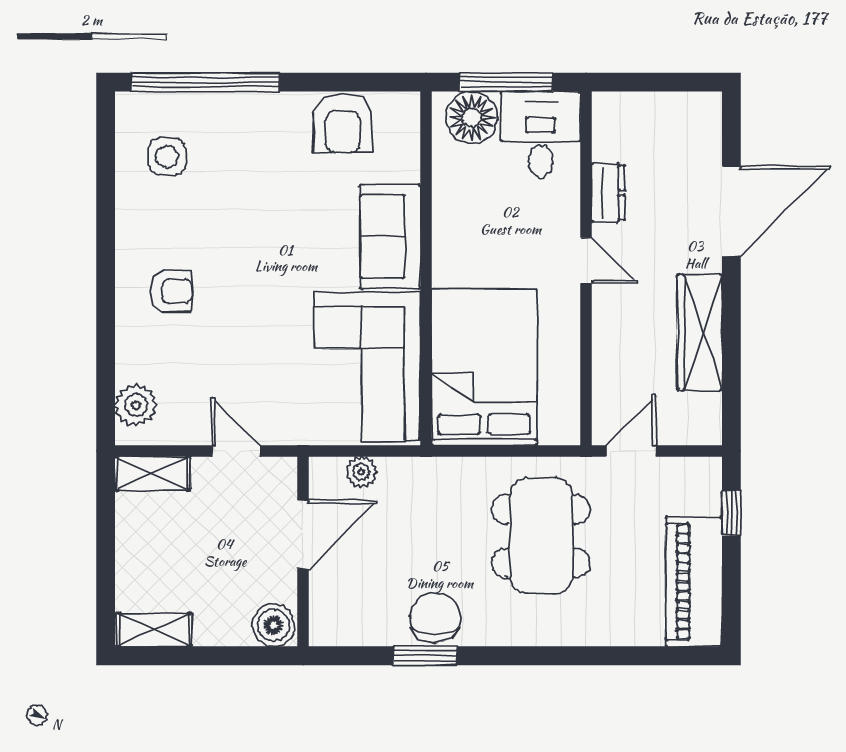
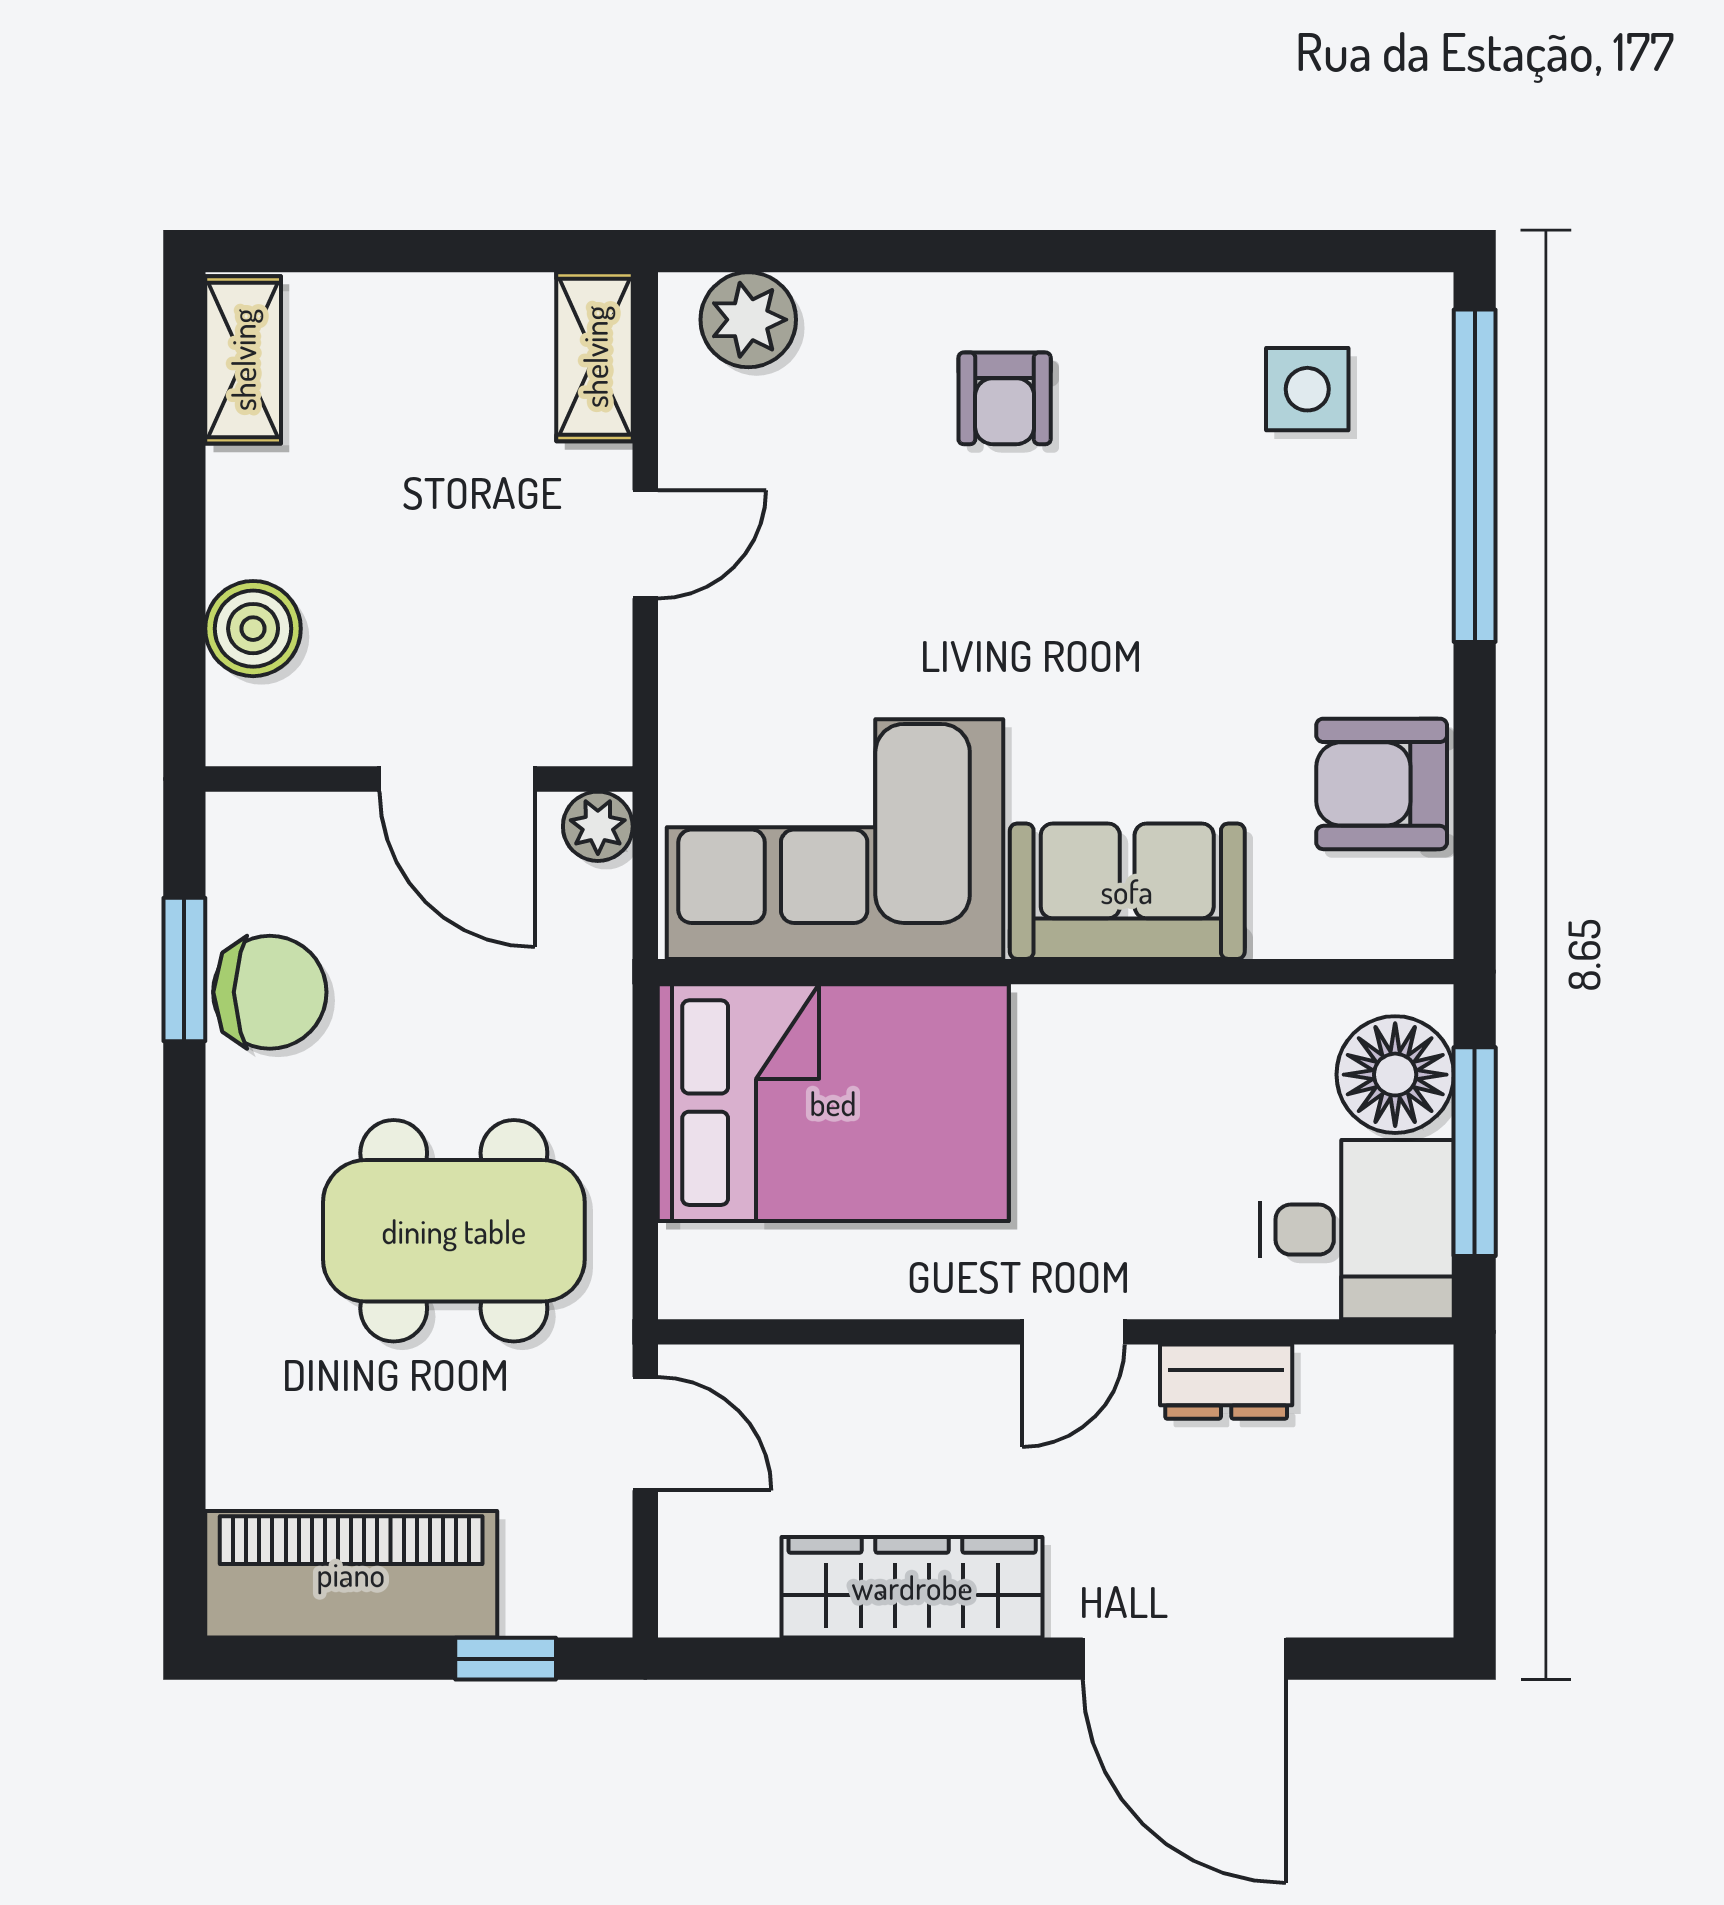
door: (303, 535) -> (457, 779), moved
wall: (303, 551) -> (419, 779), moved

